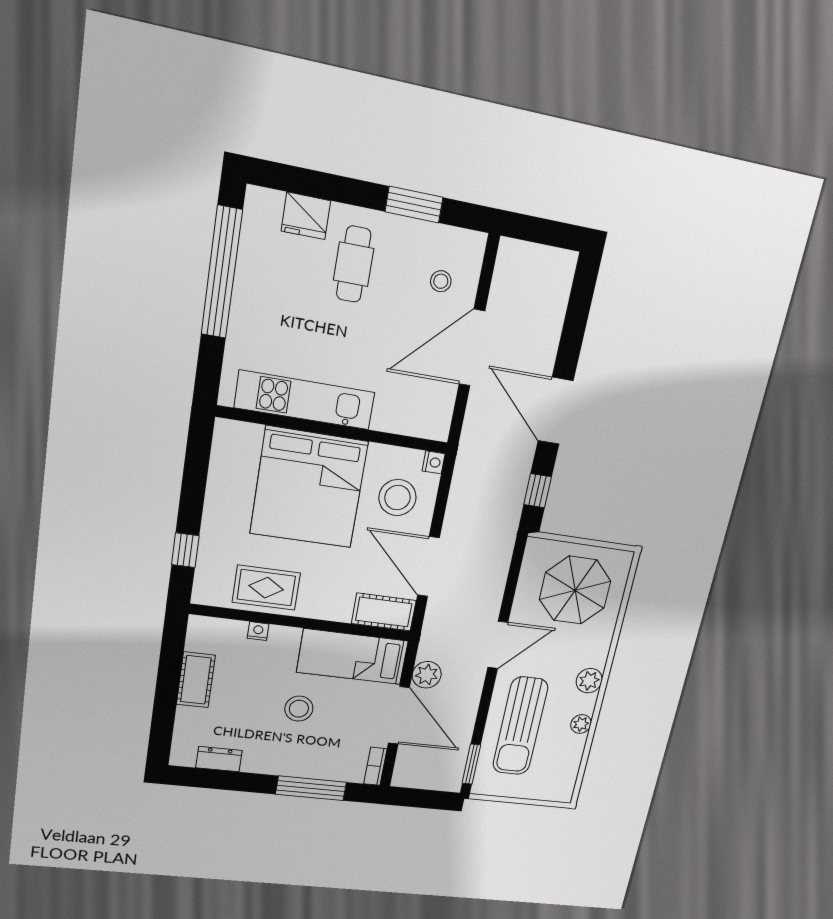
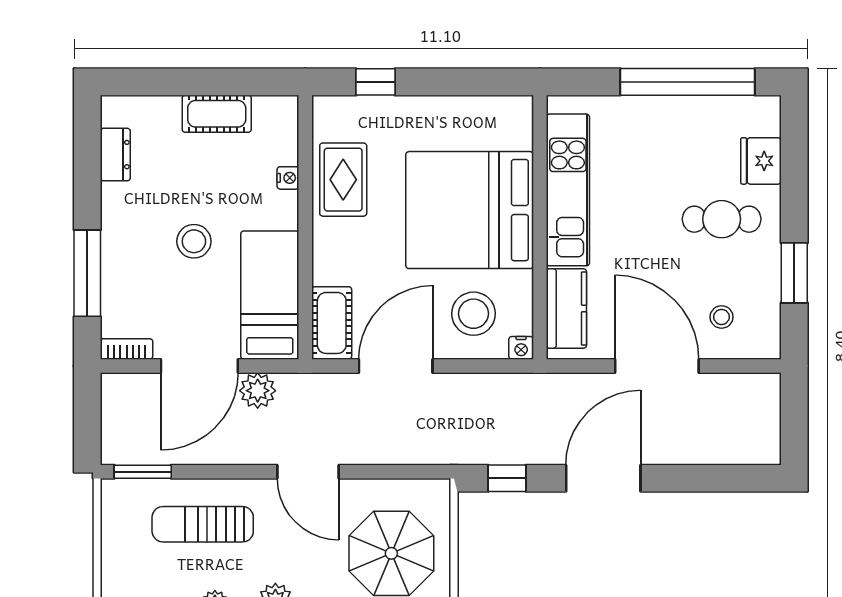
kitchen counter: (408, 418) -> (566, 308), added
sun lounger: (520, 726) -> (203, 524), width x0.73, depth x0.75

